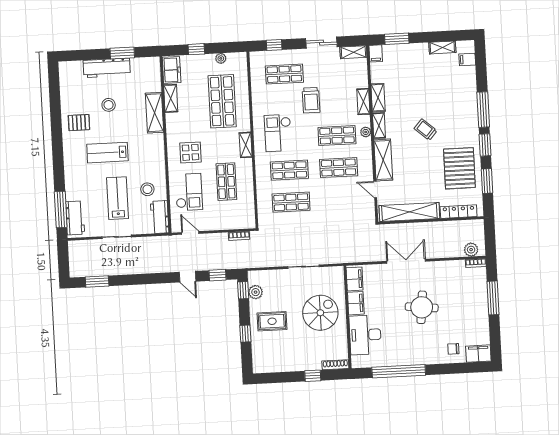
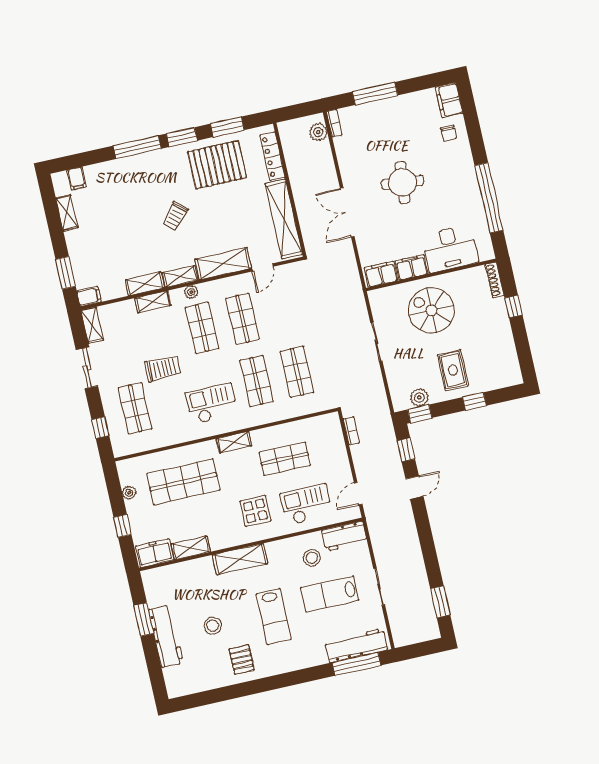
shelving: (155, 113) -> (240, 559), moved
checkout: (278, 133) -> (212, 404), turned 180
workbench: (75, 218) -> (356, 646), width x1.37

